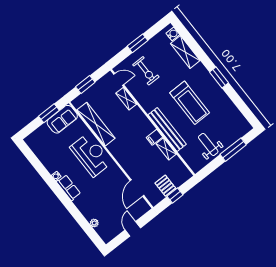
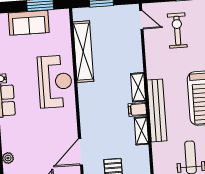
exercise bike: (146, 71) -> (177, 31), turned 180
shelving: (126, 99) -> (138, 87), moved
sofa: (62, 119) -> (29, 23), moved

